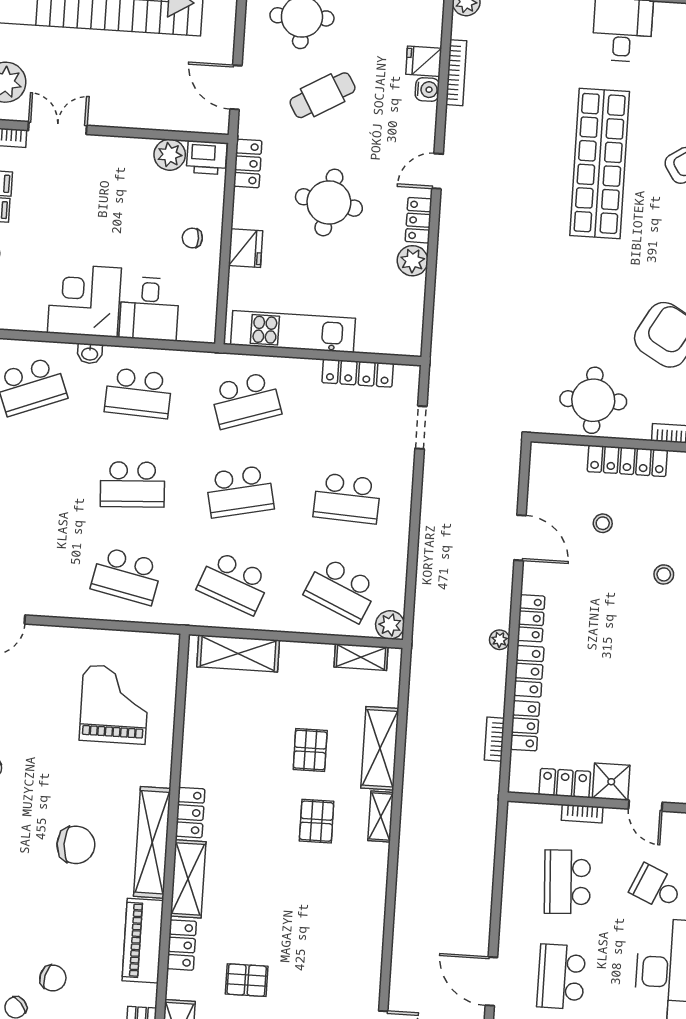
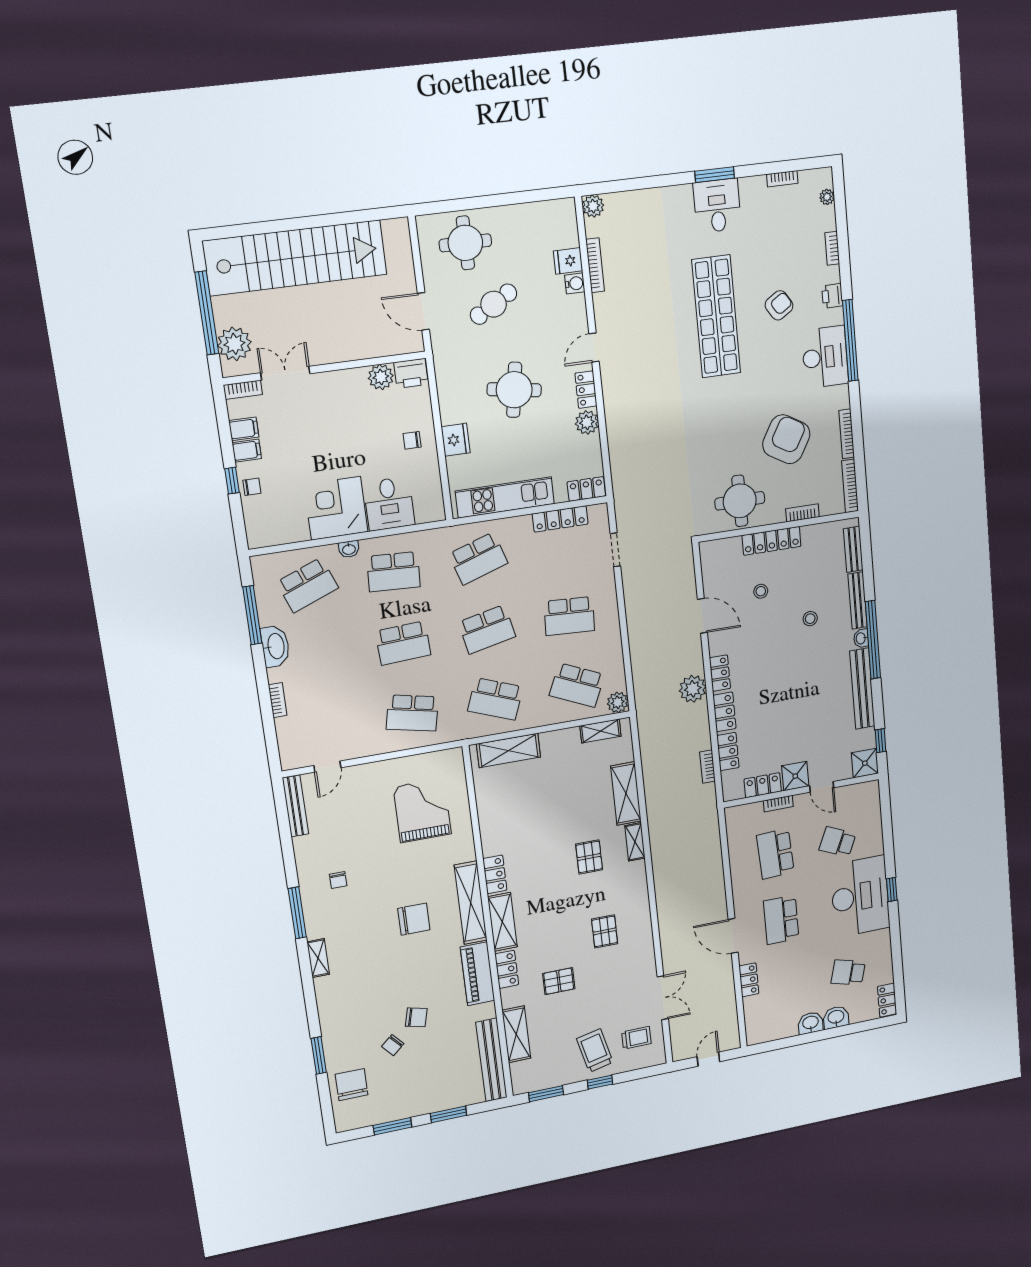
locker: (248, 163) -> (586, 489), moved, turned -90
plant: (500, 640) -> (693, 689), width x1.88, depth x1.88
pallet: (310, 750) -> (605, 931), moved

